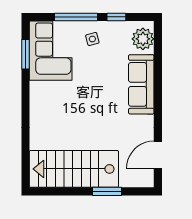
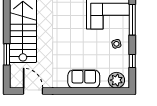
window: (76, 17) -> (132, 20), moved
sofa: (141, 84) -> (84, 79), width x0.73

